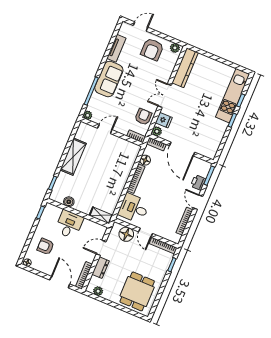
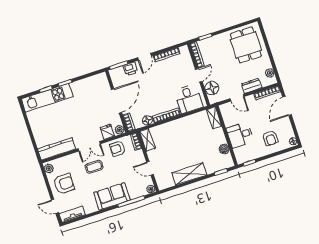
tv unit: (116, 48) -> (72, 214), moved
coffee table: (145, 85) -> (94, 167), added
shelving: (129, 147) -> (147, 140), added
dining table: (137, 291) -> (246, 45), turned 90

